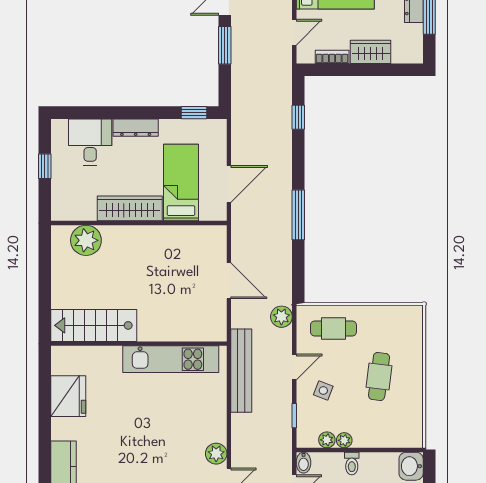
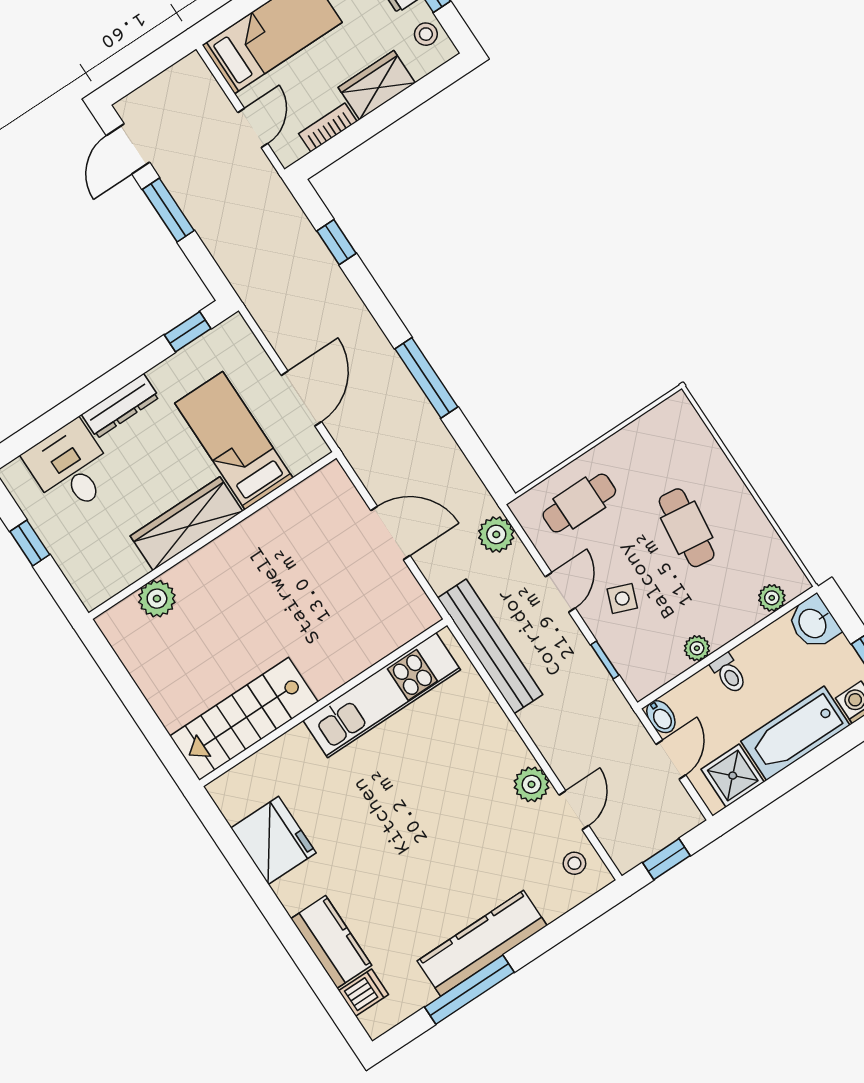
stool: (412, 43) -> (426, 34), added
plant: (86, 240) -> (157, 599), width x0.73, depth x0.73
plant: (327, 440) -> (772, 598), moved

